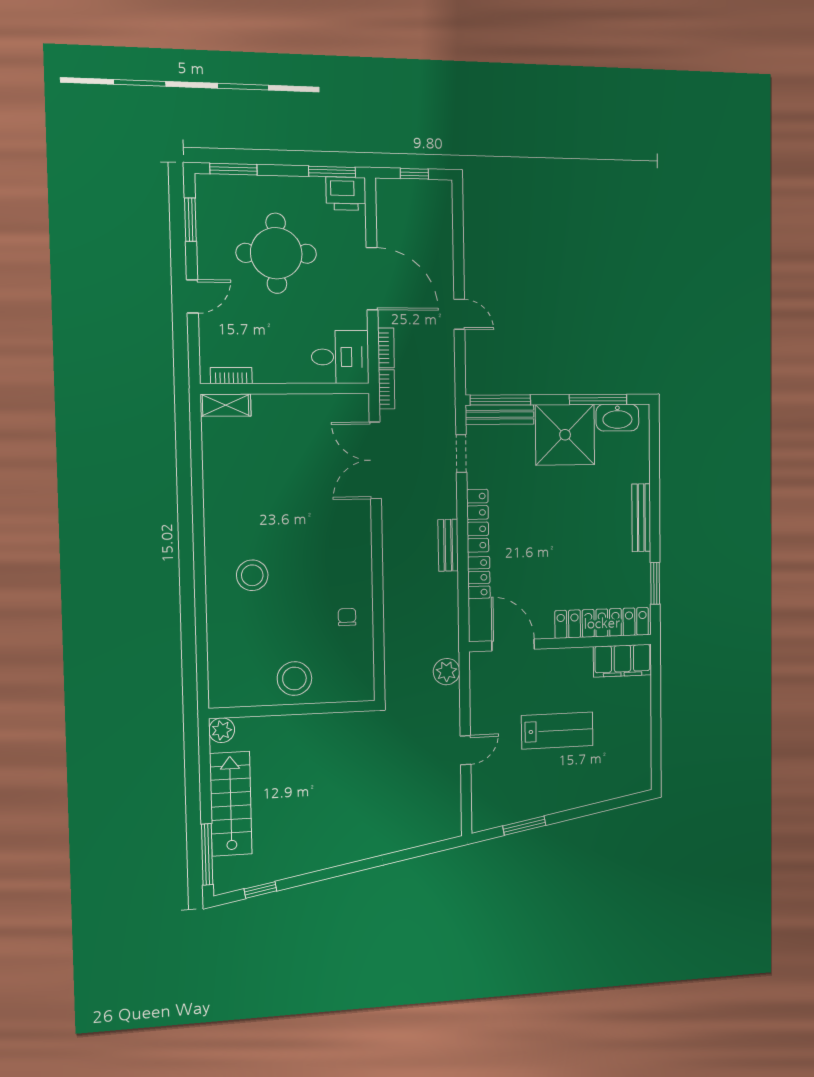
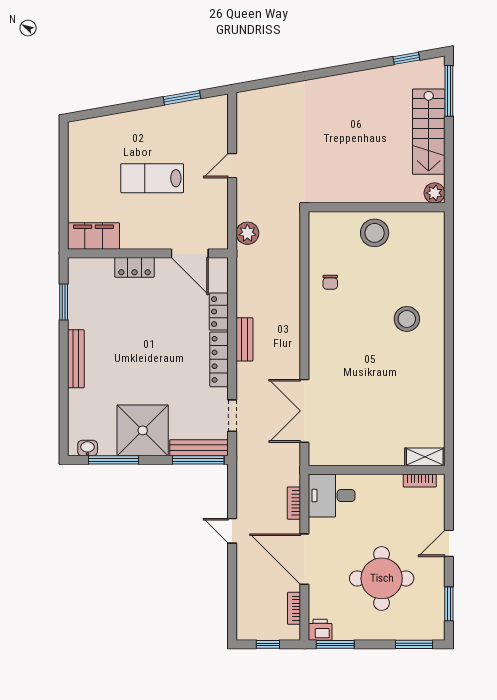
printer: (346, 194) -> (320, 630), width x0.73, depth x0.81
bookcase: (387, 389) -> (294, 608), moved
washbasin: (617, 418) -> (88, 448), width x0.52, depth x0.69
double door: (375, 460) -> (304, 411), swing flipped
locker: (602, 623) -> (134, 267), width x0.46, depth x0.83

